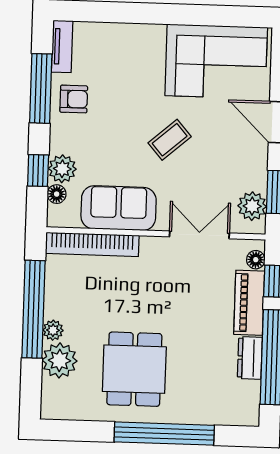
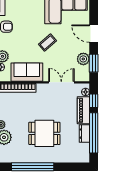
plant: (252, 206) -> (83, 59), moved
dining table: (134, 369) -> (44, 133), moved, turned 90
window: (164, 434) -> (33, 167), moved

